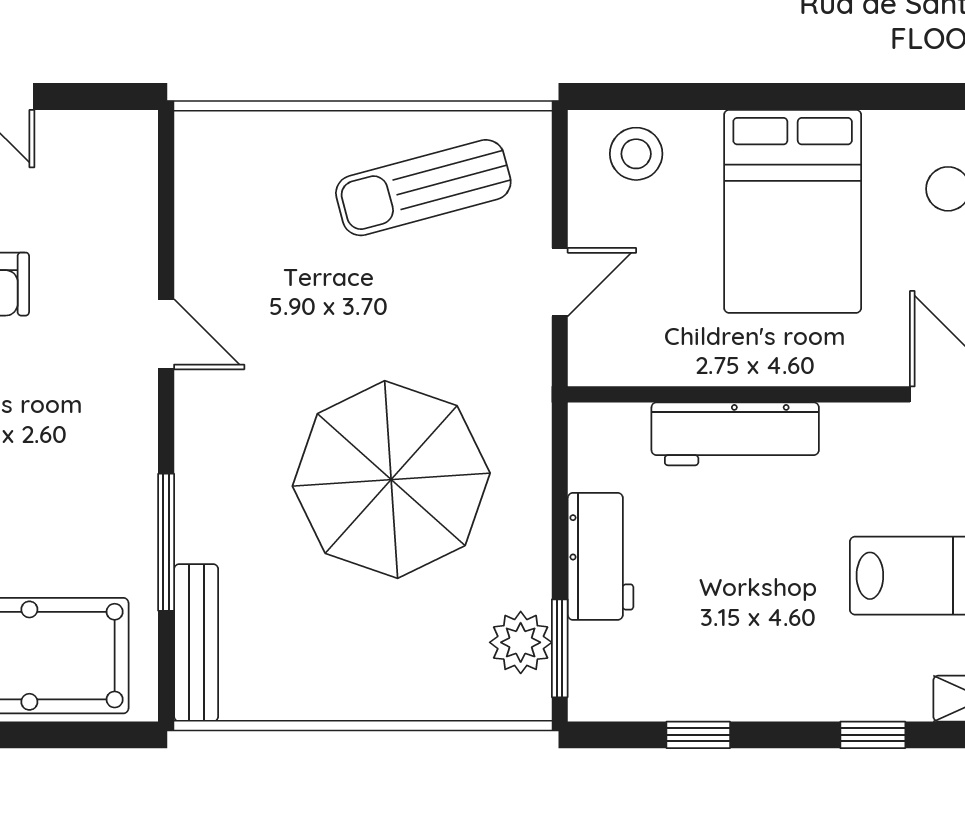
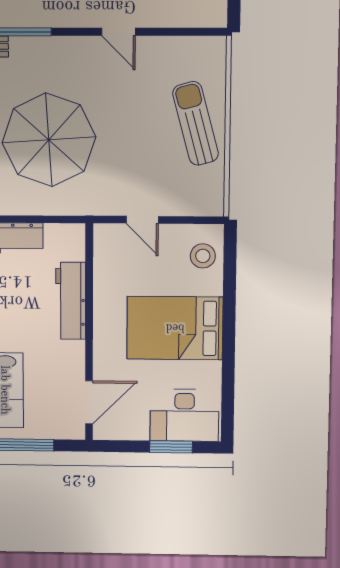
sun lounger: (423, 188) -> (196, 123), moved
door: (166, 334) -> (118, 32), hinge flipped

